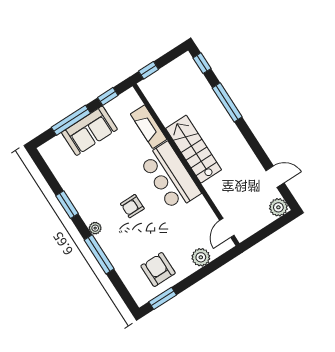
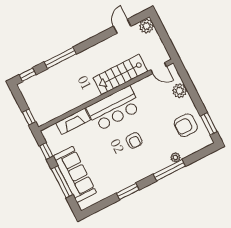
sofa: (89, 131) -> (75, 174), width x1.36
stairs: (194, 149) -> (120, 75), moved
plant: (95, 228) -> (175, 157), moved

